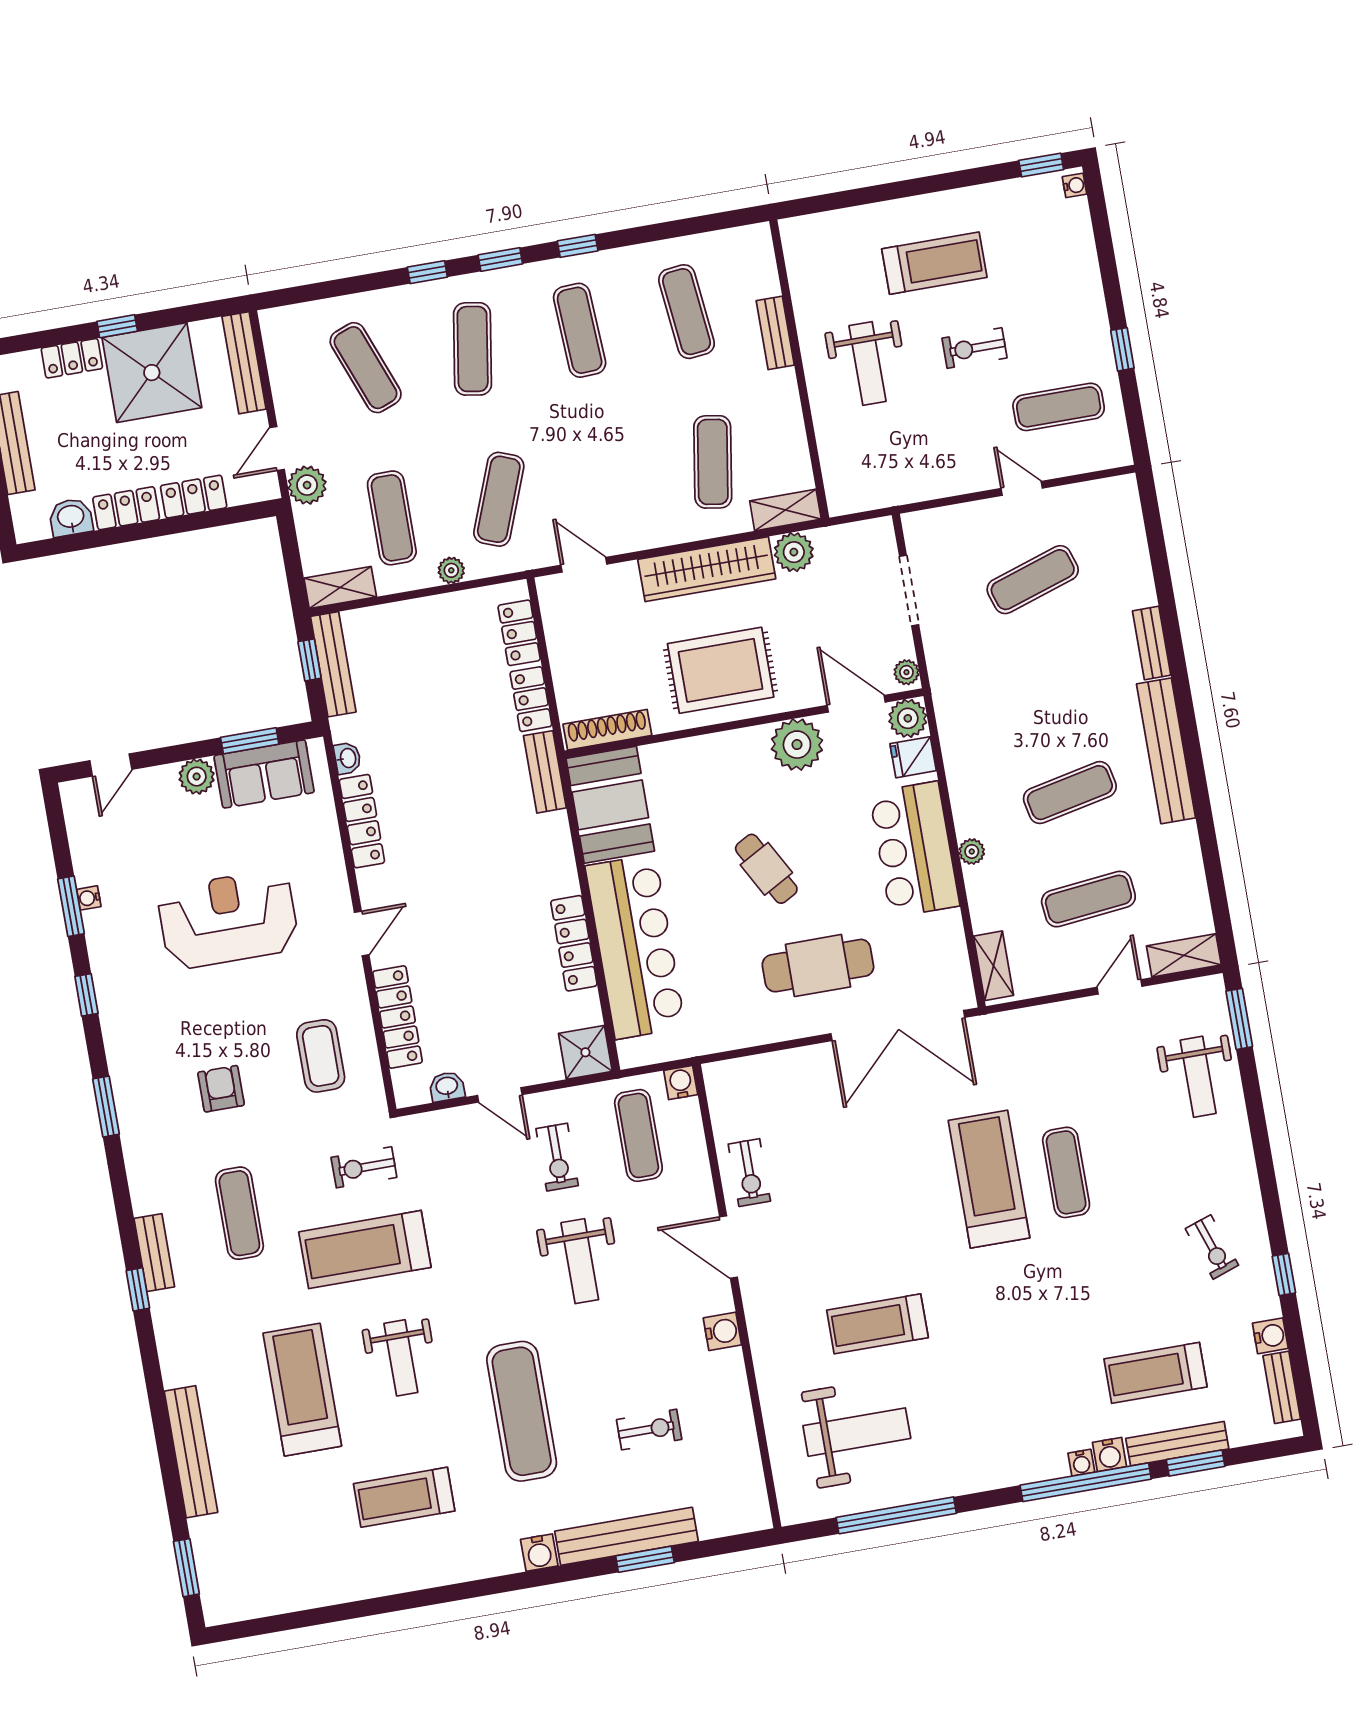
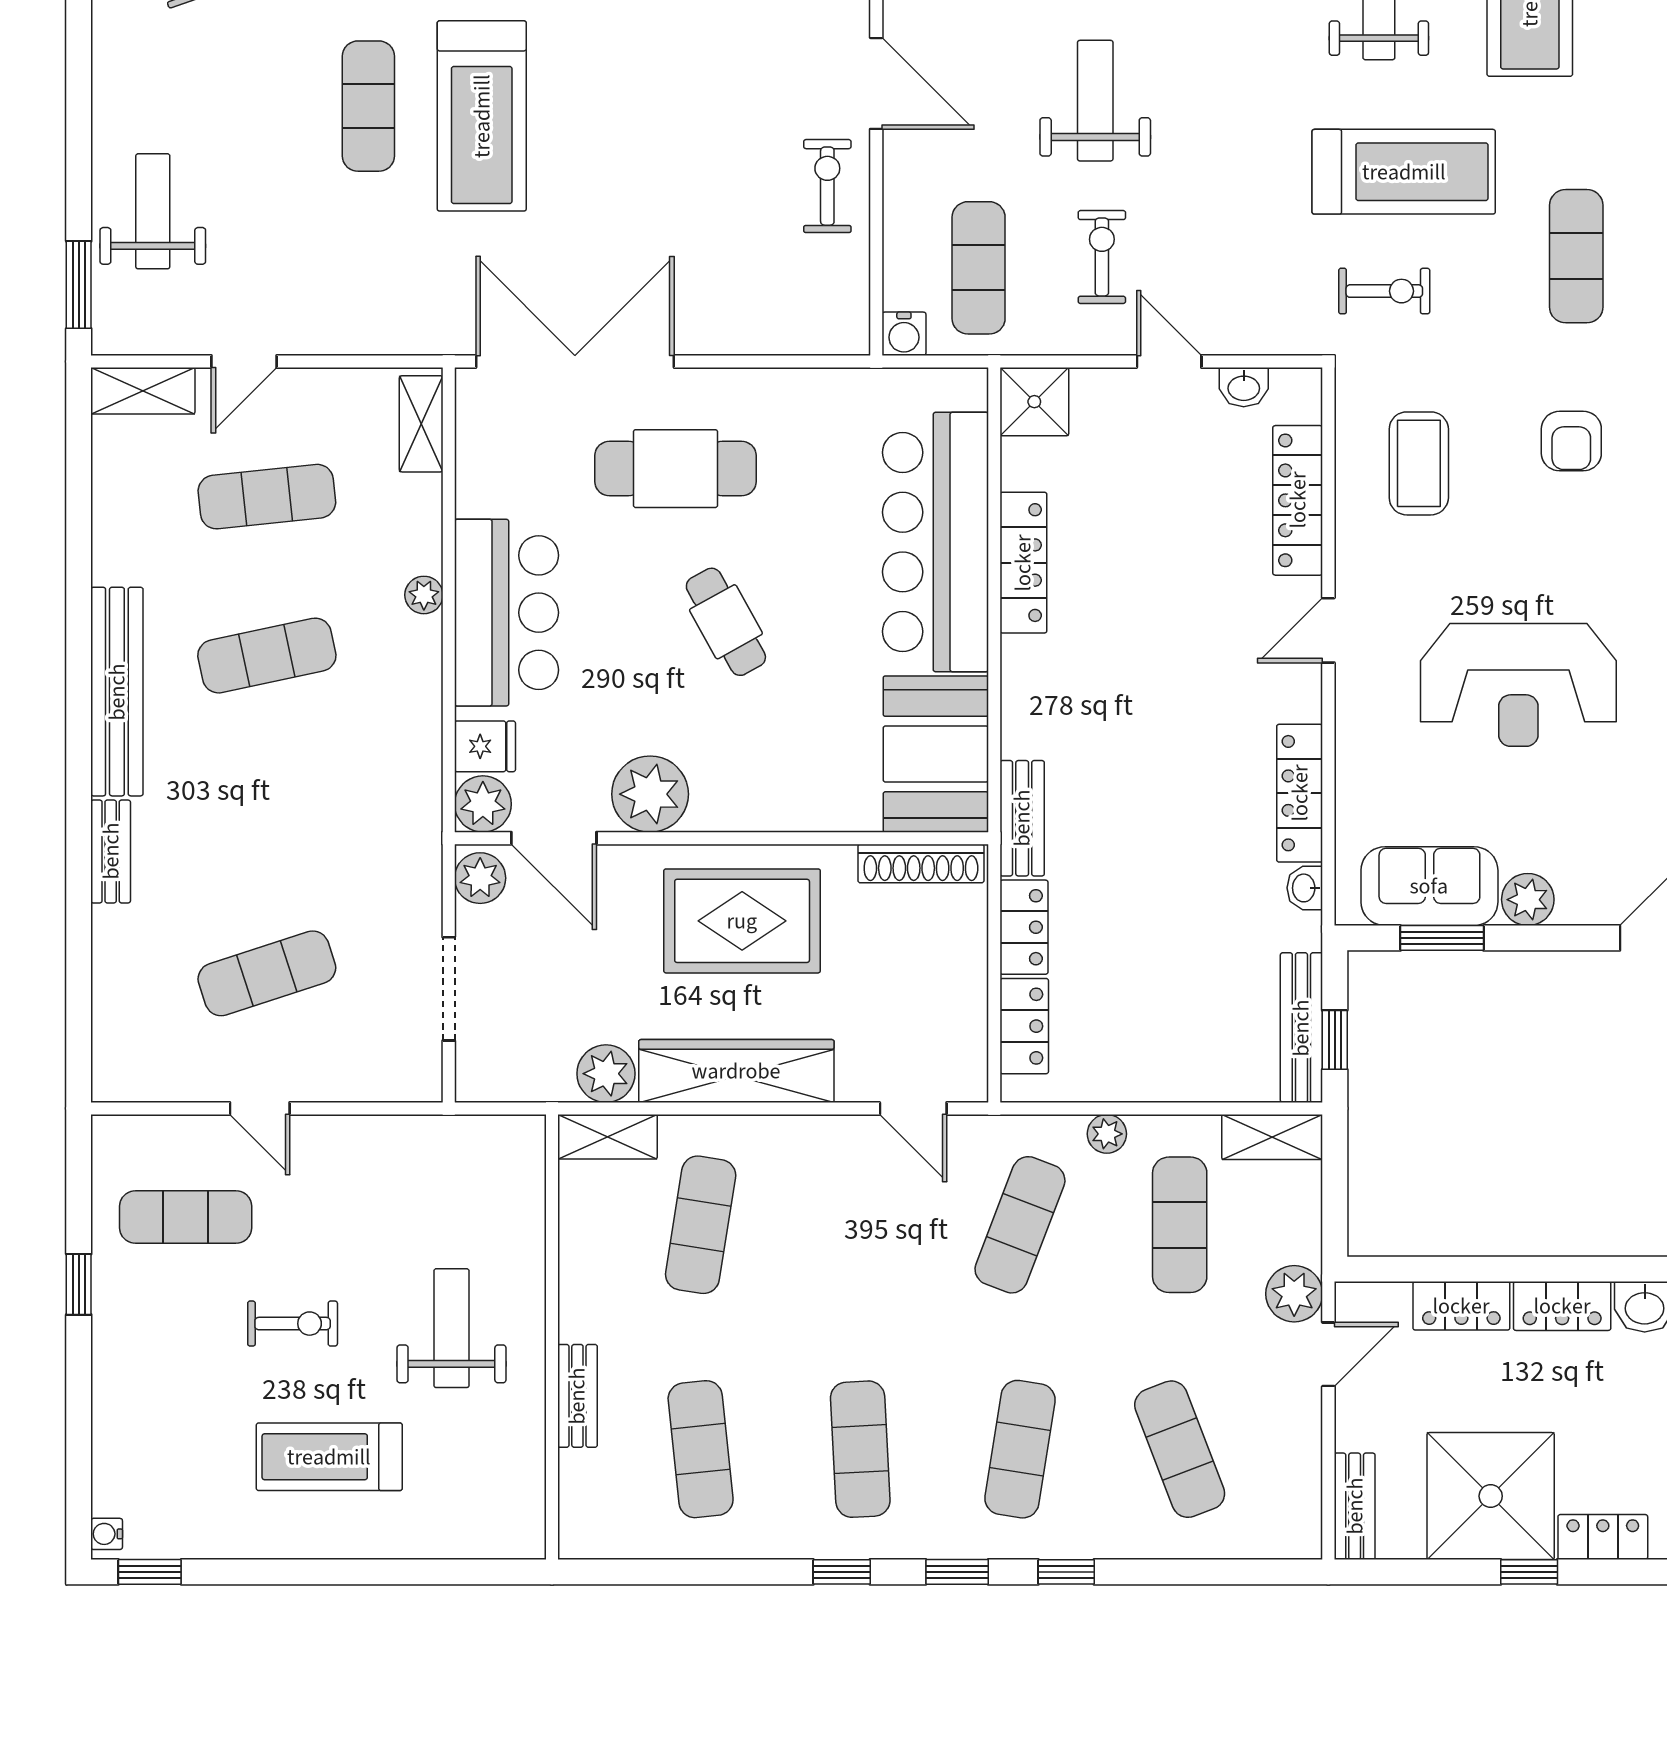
bench: (244, 363) -> (1355, 1506), width x0.73
plant: (906, 672) -> (480, 878), width x1.38, depth x1.38

